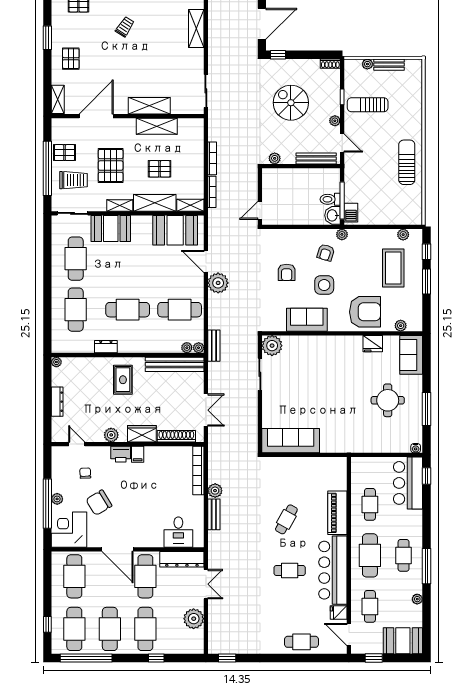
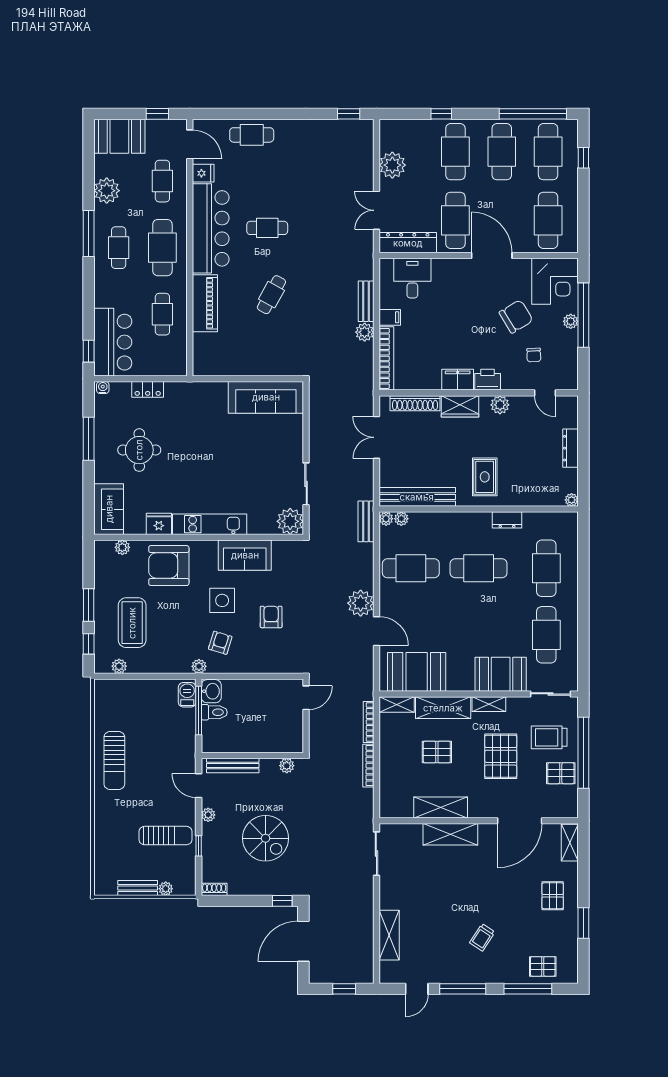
kitchen unit: (334, 343) -> (210, 524), added
locker: (381, 447) -> (148, 389), added
filing cabinet: (138, 454) -> (458, 380), width x2.00
filing cabinet: (196, 502) -> (390, 317), added
plant: (417, 599) -> (107, 191), width x1.88, depth x1.88

